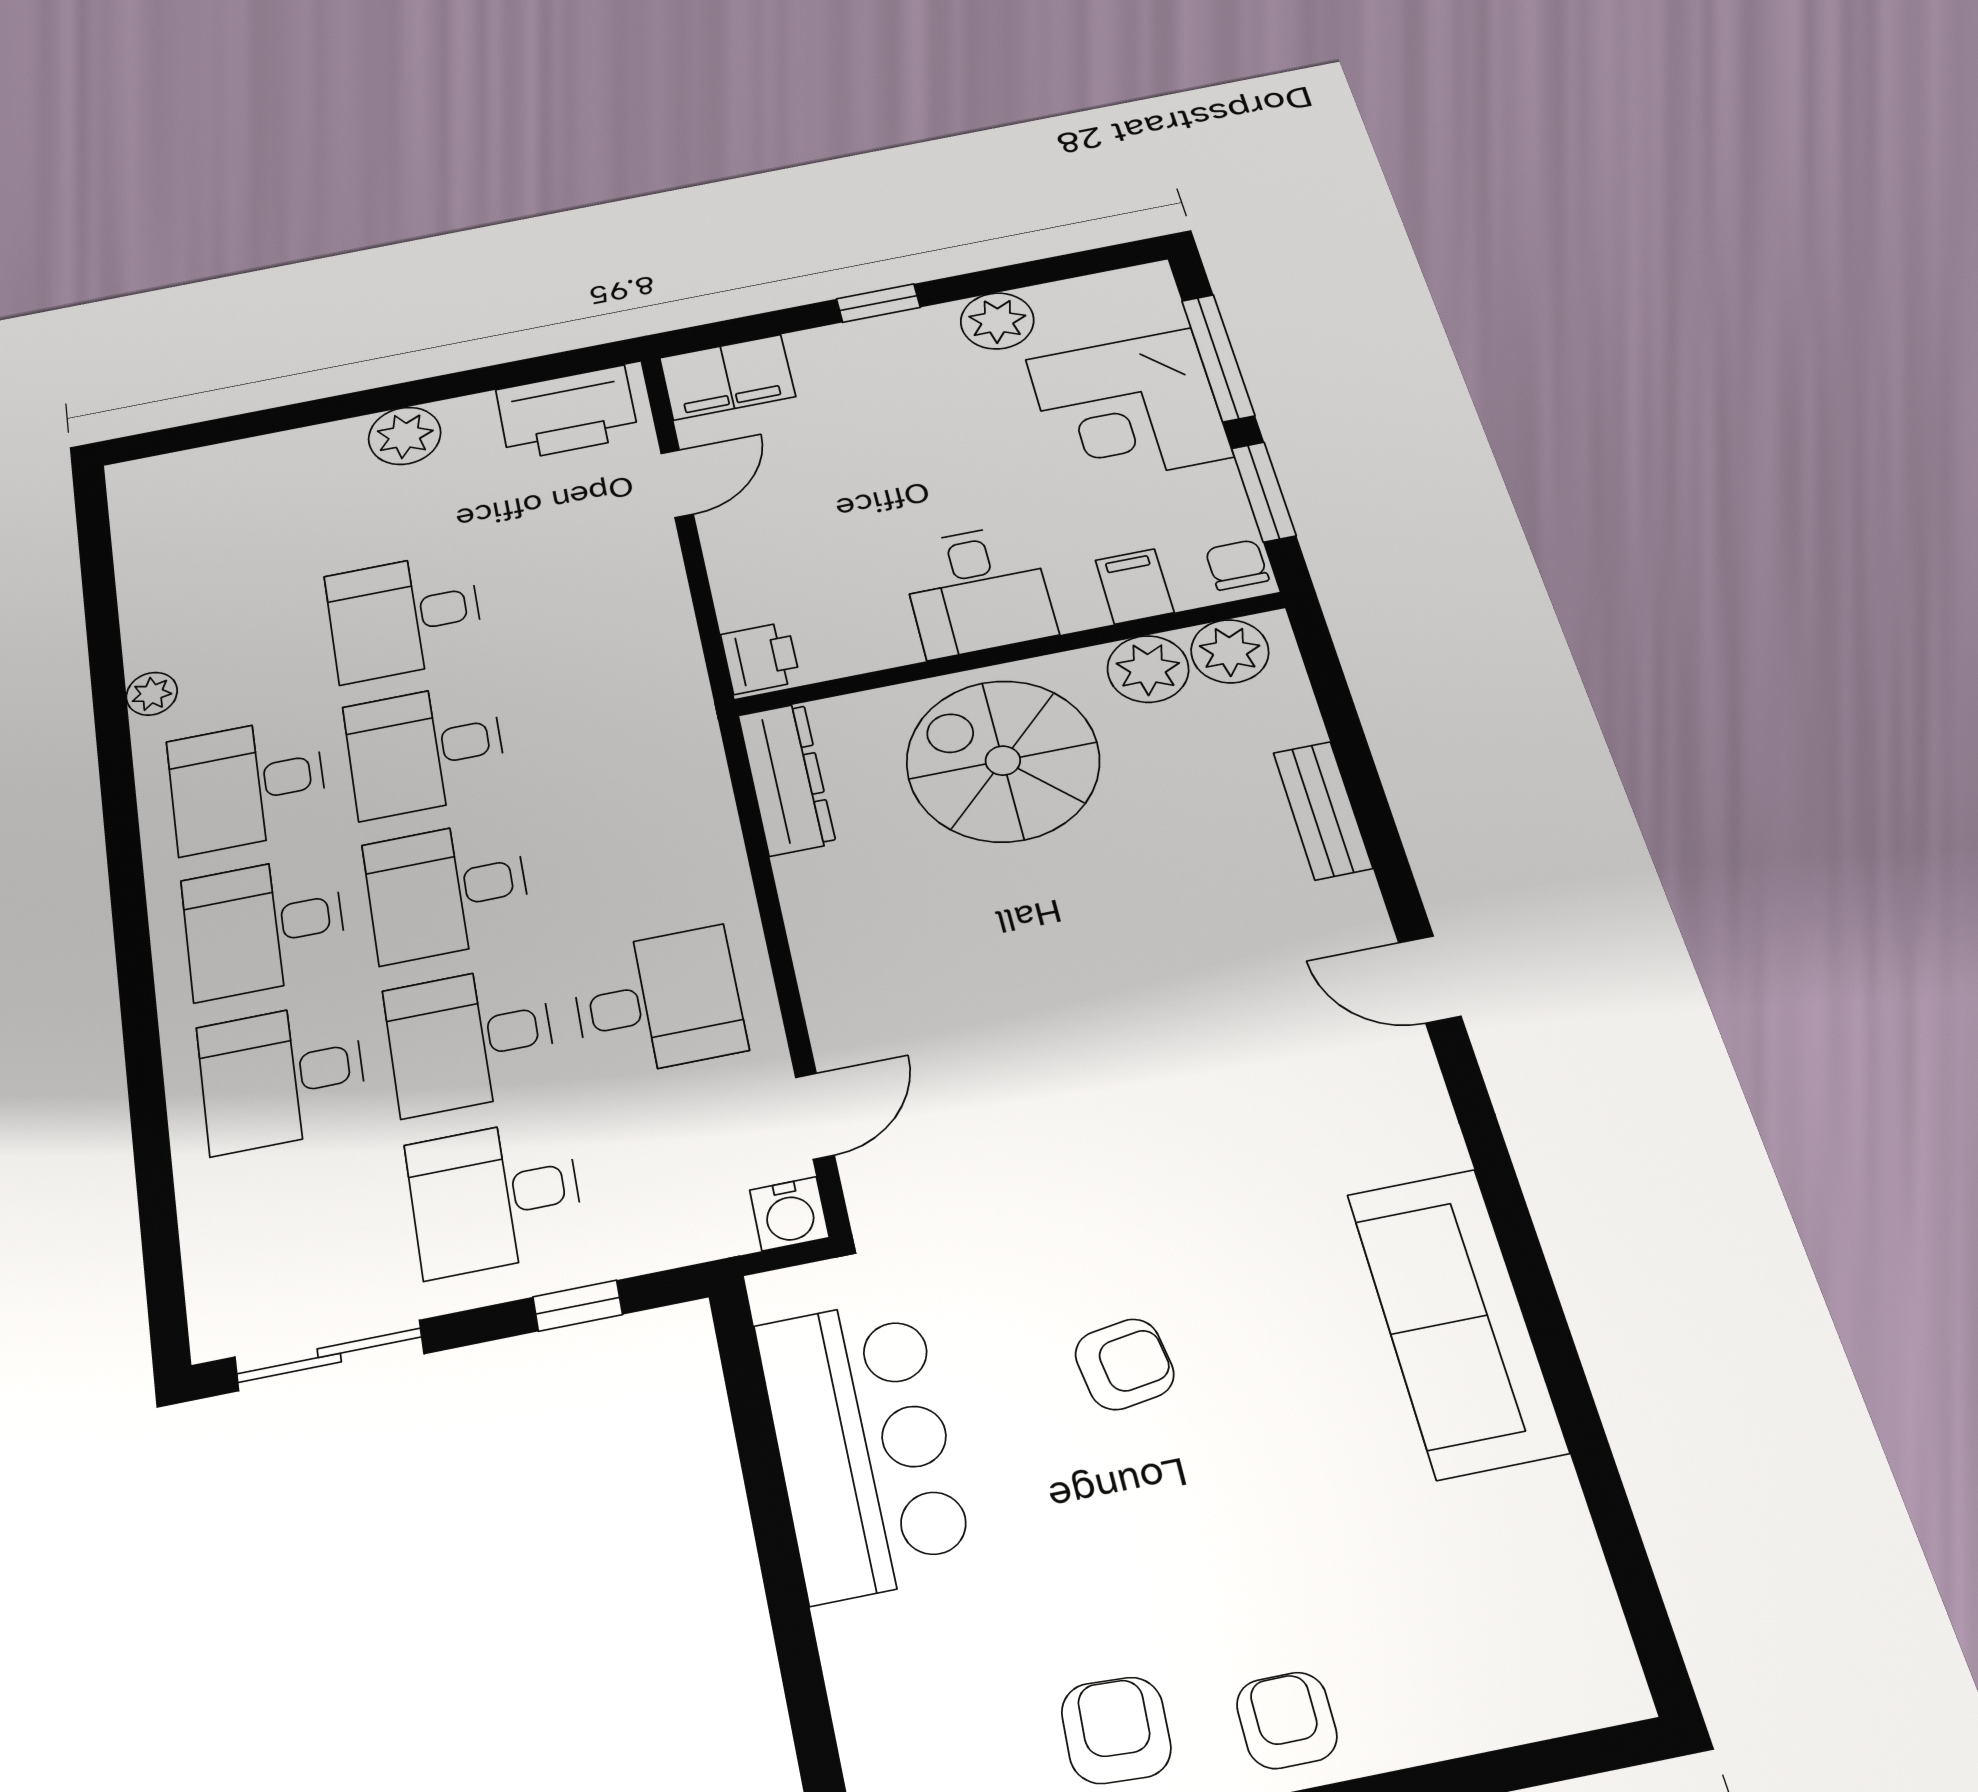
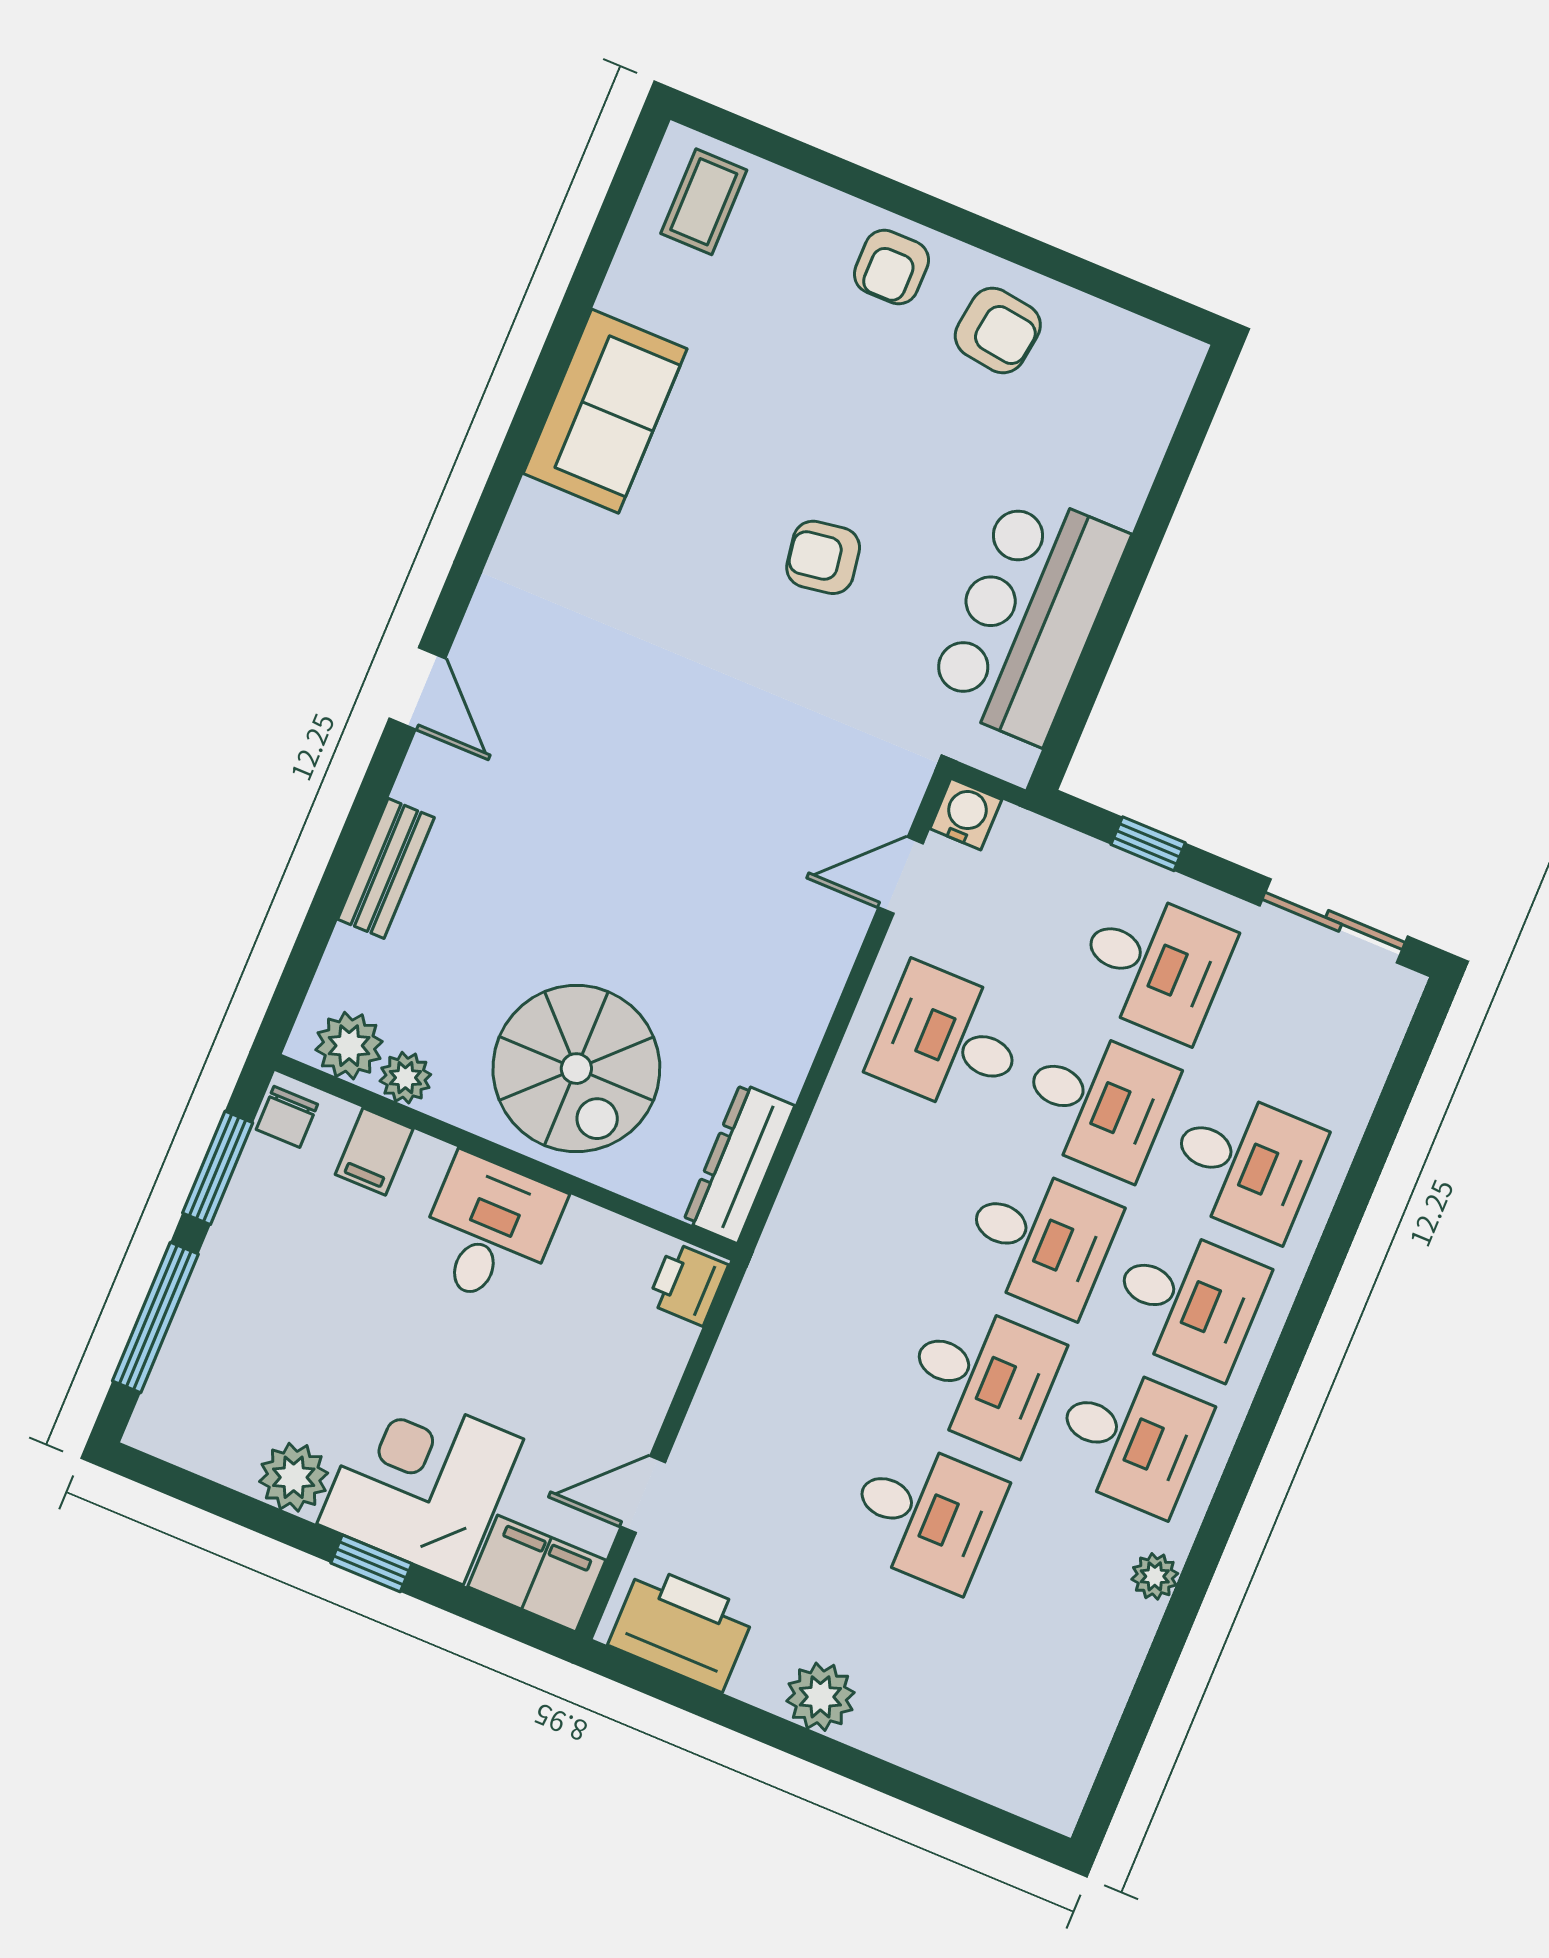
corner desk: (1129, 408) -> (420, 1481), moved, turned -90
plant: (1148, 669) -> (405, 1078), width x0.73, depth x0.73
sofa: (1456, 1321) -> (605, 411), width x0.73
coffee table: (1548, 1651) -> (704, 202), added
armchair: (1116, 1730) -> (998, 330), turned -85

